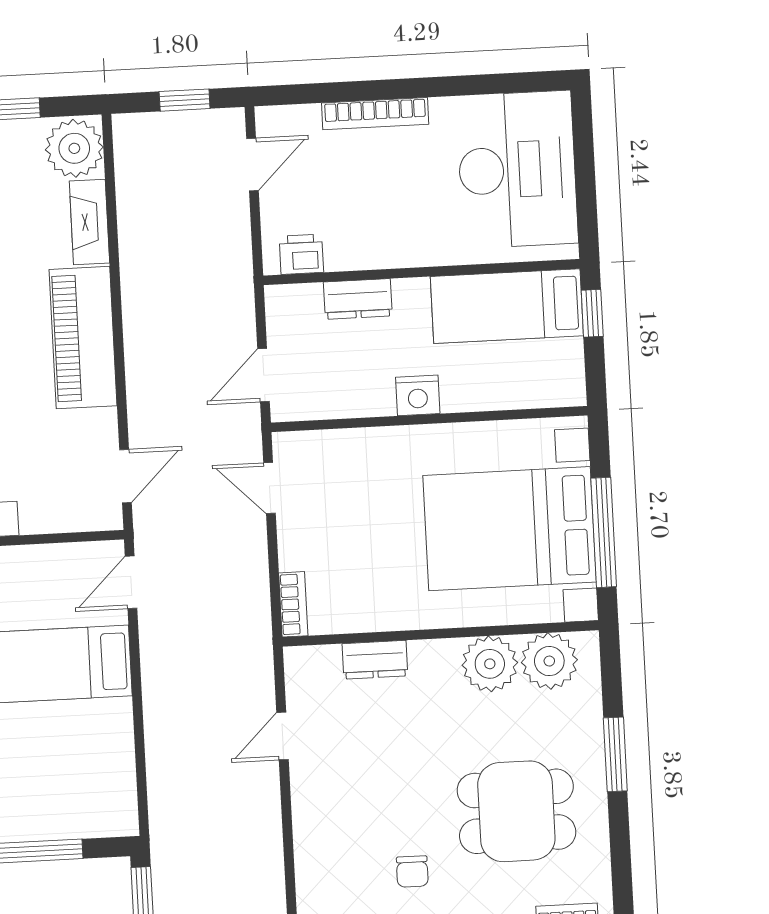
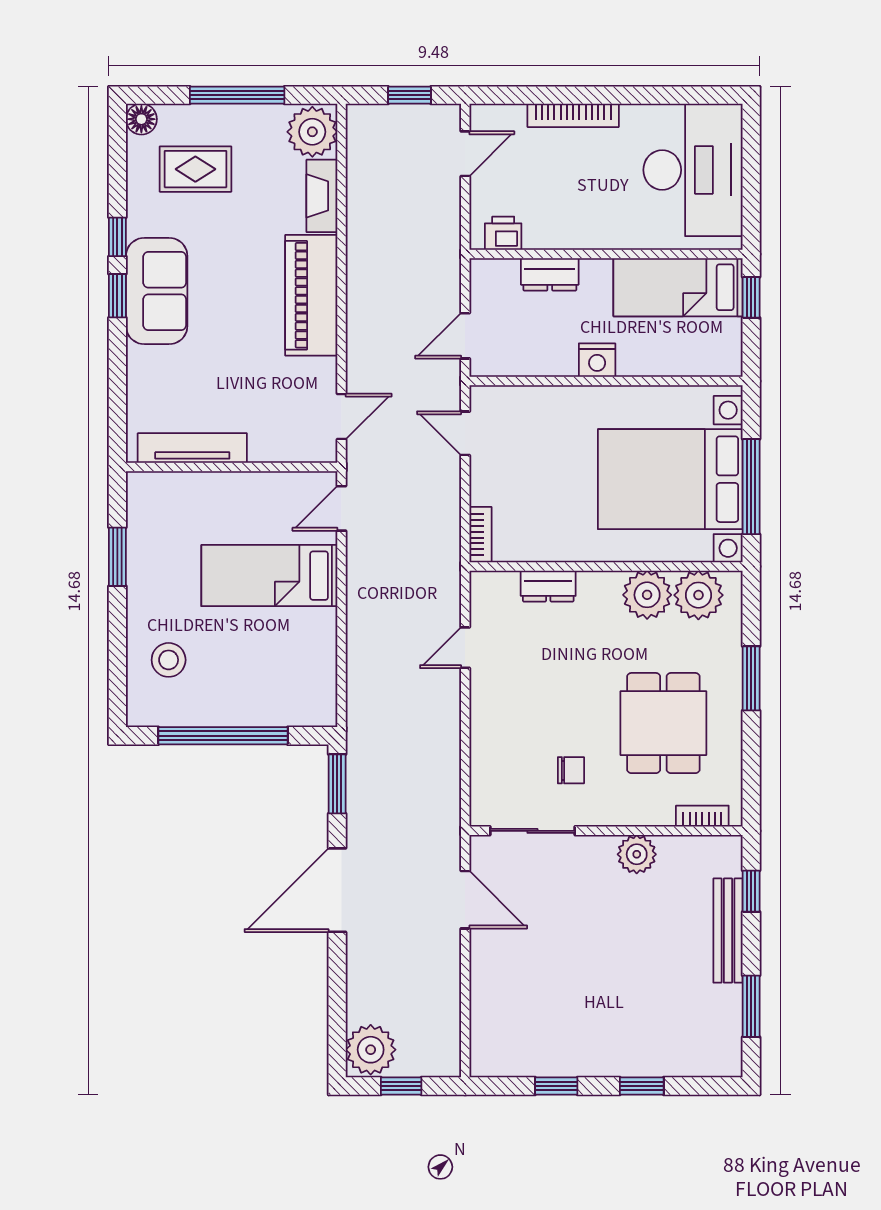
dining table: (516, 811) -> (663, 723), turned 90
chair: (412, 871) -> (571, 770), turned -90

